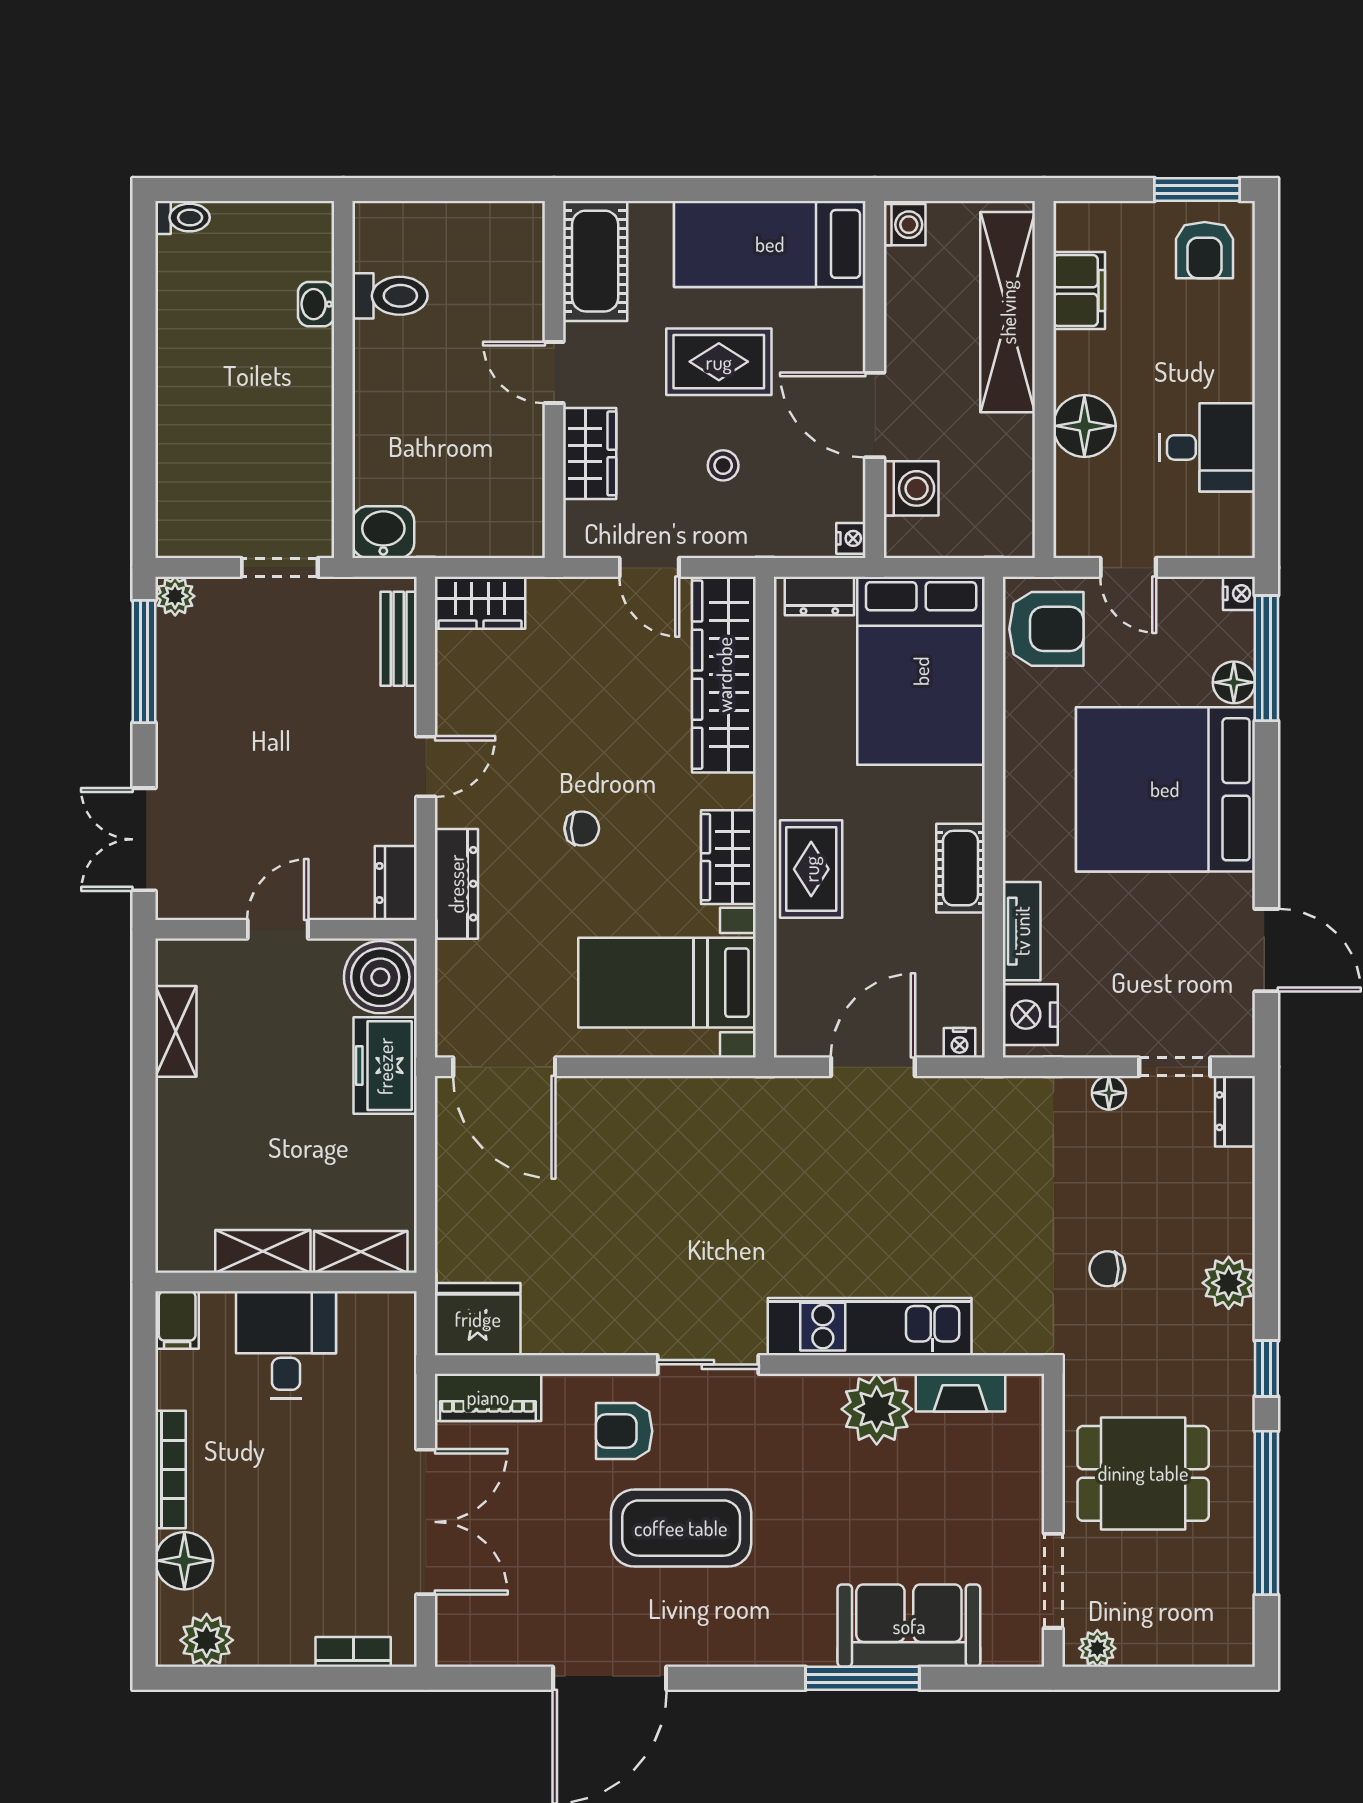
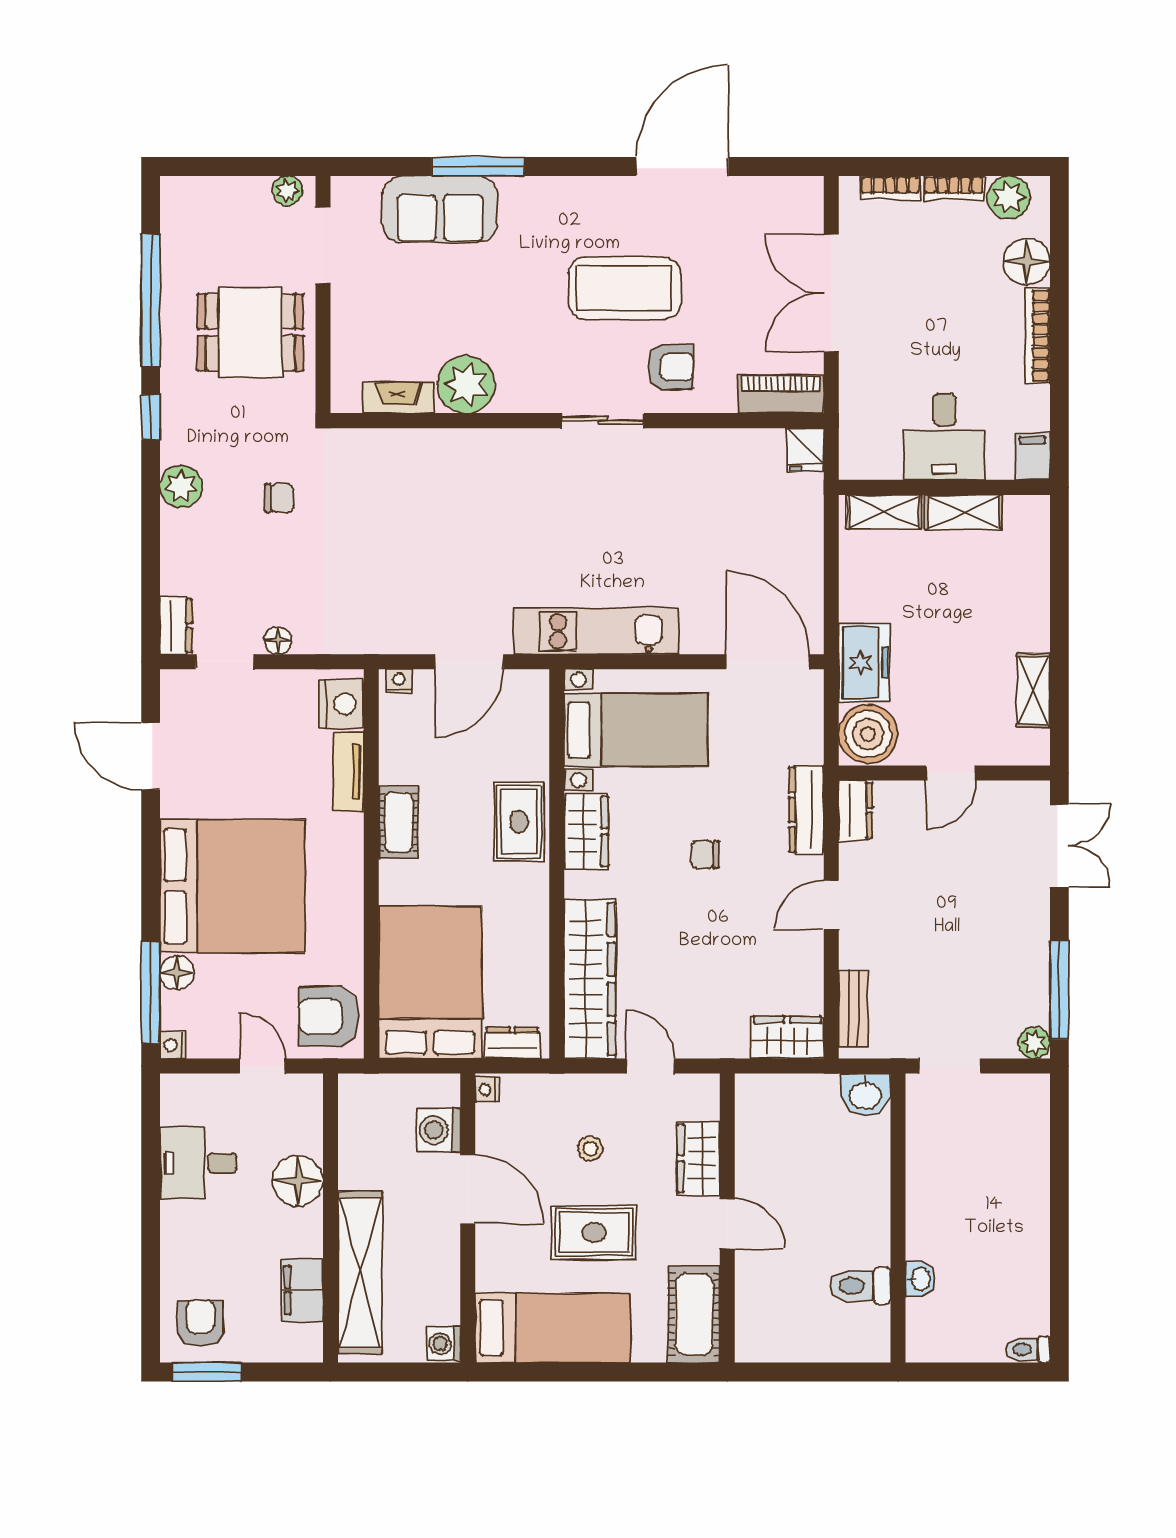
fridge: (478, 1319) -> (805, 450), width x0.53, depth x0.75
kitchen unit: (870, 1327) -> (596, 631), moved, turned 180
bookcase: (274, 1652) -> (954, 188), added

